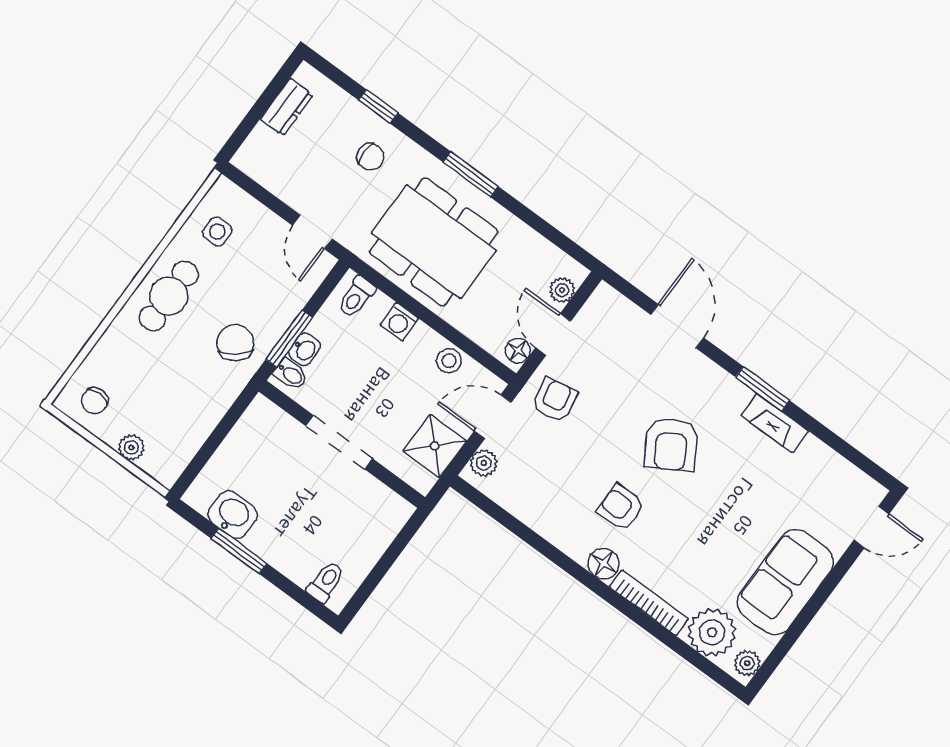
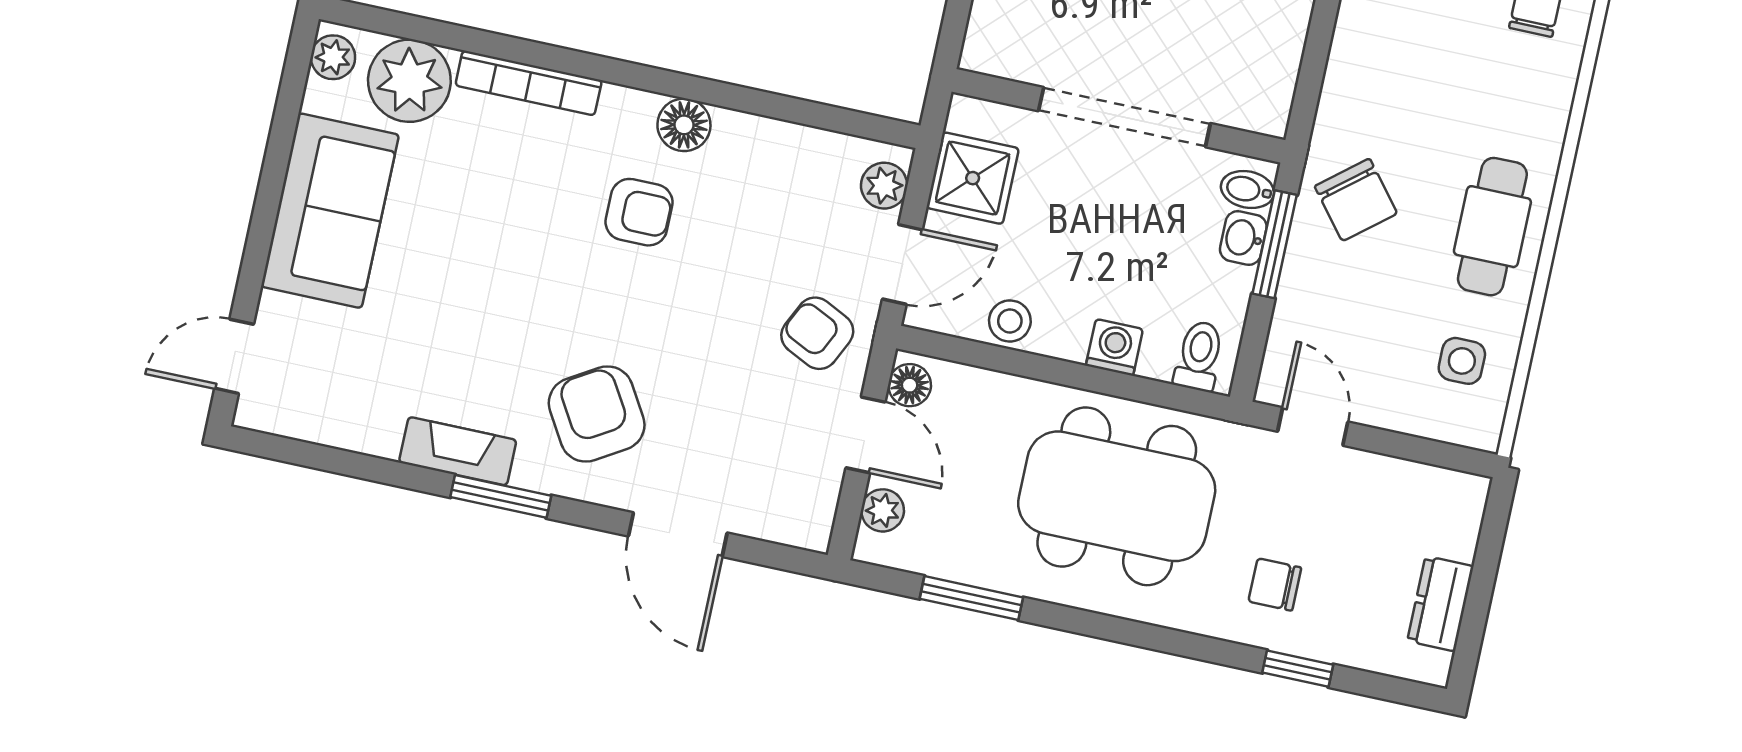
window: (471, 174) -> (971, 598), moved
armchair: (555, 400) -> (817, 333), turned 127
doorway: (339, 442) -> (1124, 117), width x1.36
armchair: (671, 444) -> (597, 414), moved
floor lamp: (604, 564) -> (684, 125), moved

